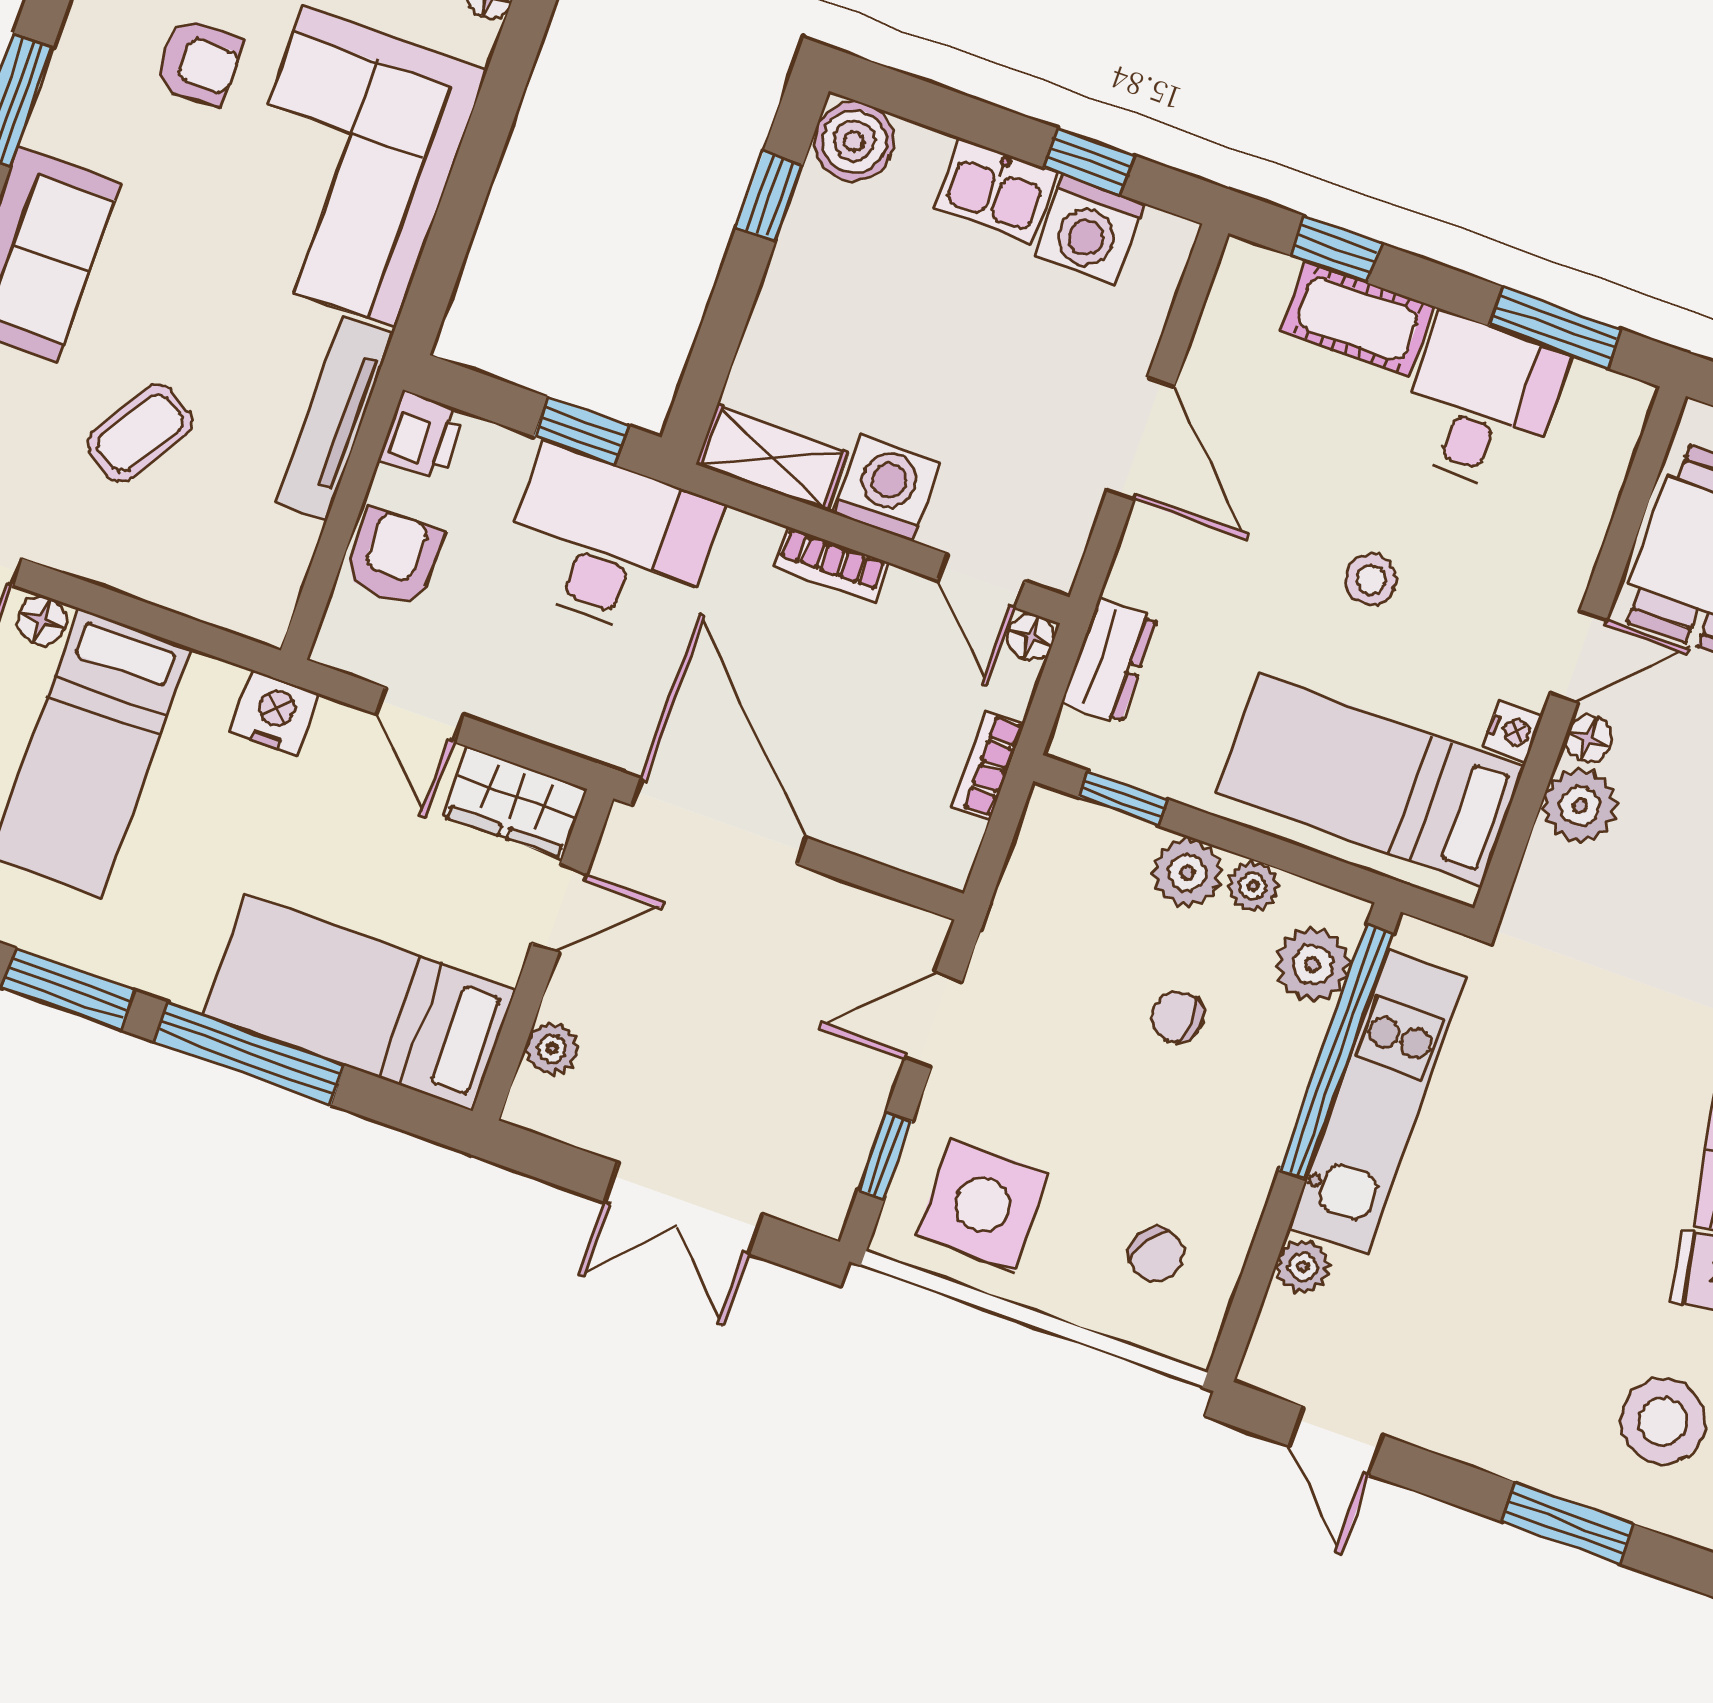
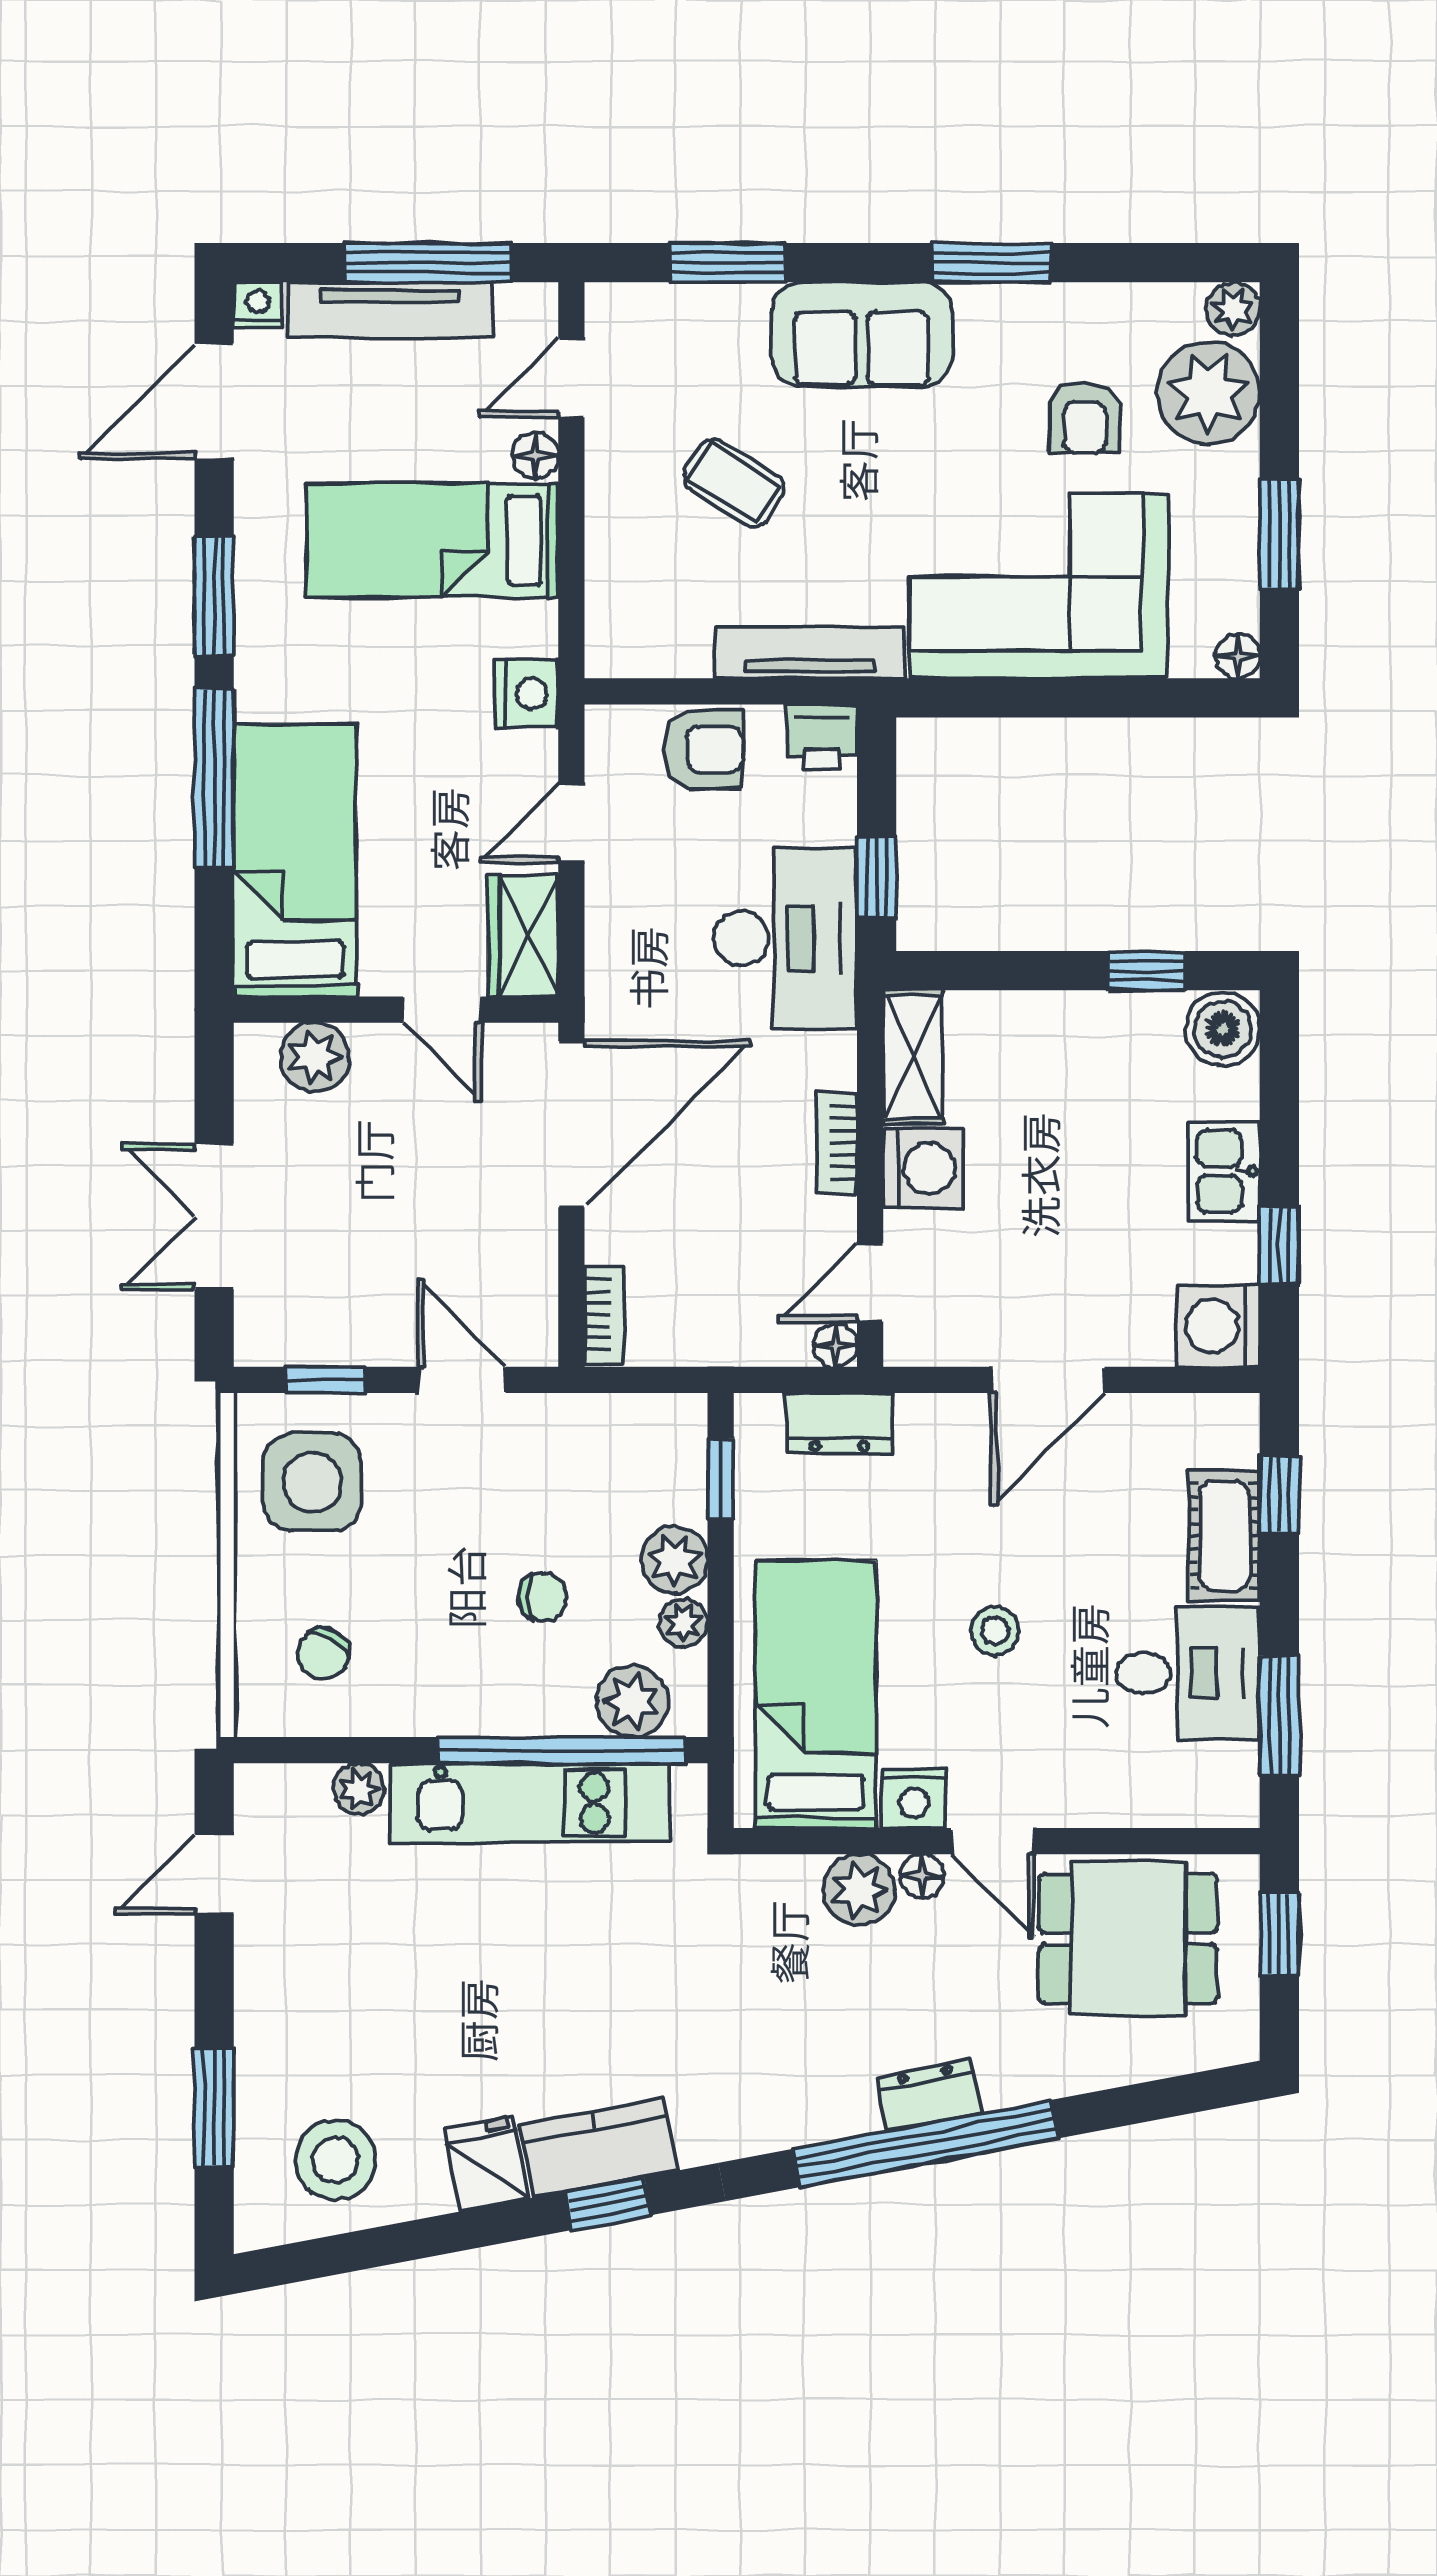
washing machine: (1089, 229) -> (1219, 1326), moved
nightstand: (1513, 731) -> (914, 1798), width x1.39, depth x1.35
bookcase: (988, 765) -> (604, 1315), moved, turned 90
chair: (1177, 1017) -> (542, 1597), turned 87
plant: (552, 1049) -> (315, 1057), width x1.38, depth x1.38

